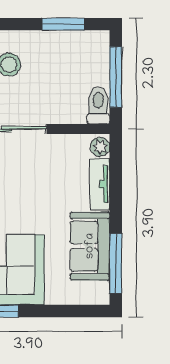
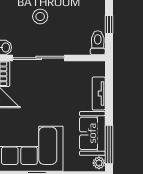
window: (116, 77) -> (109, 25), width x0.46
plant: (100, 147) -> (99, 163), moved

